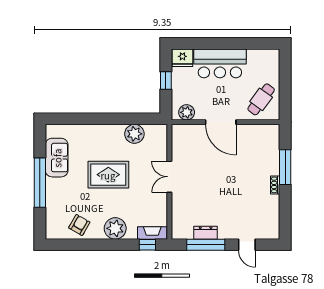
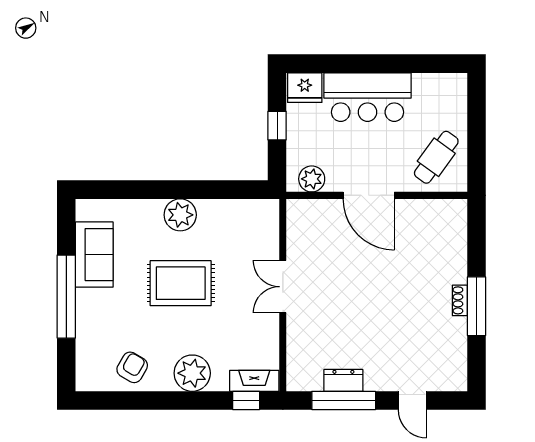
plant: (134, 134) -> (180, 215), moved
window: (285, 167) -> (476, 306), moved

